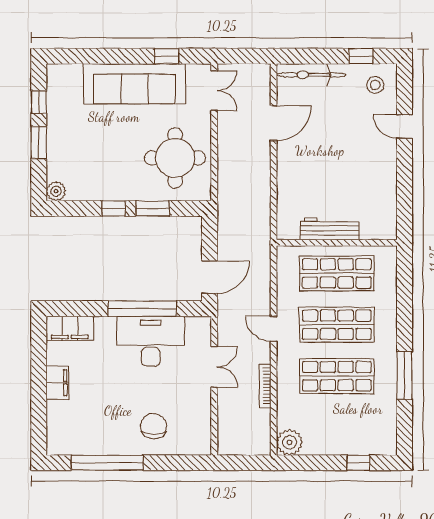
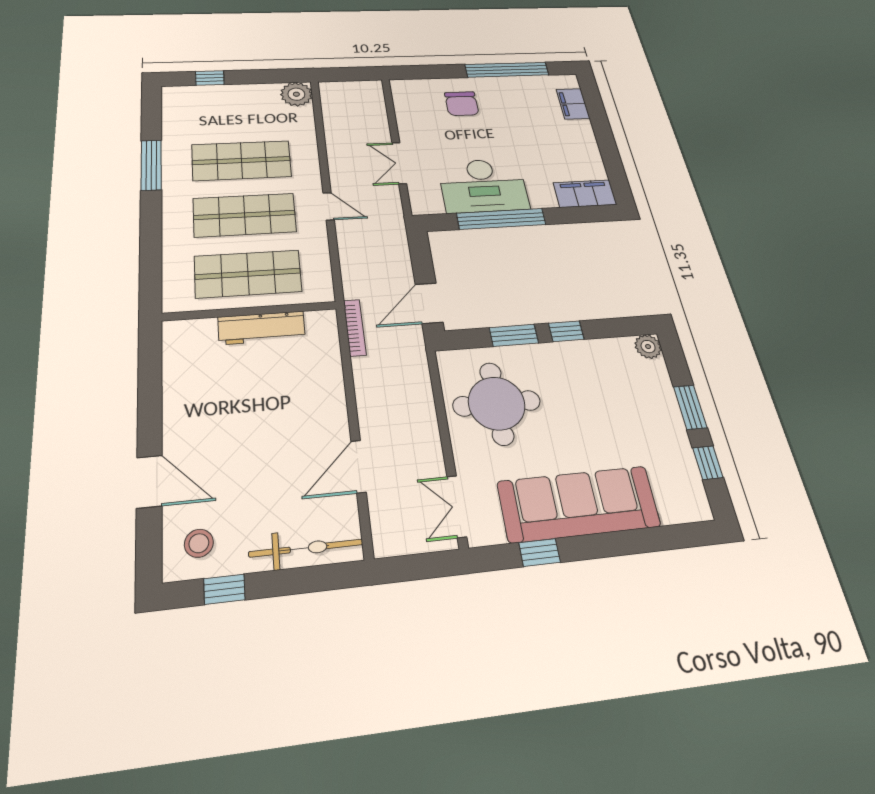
door: (405, 126) -> (149, 482), width x1.38
door: (210, 277) -> (429, 303), moved
filing cabinet: (57, 383) -> (573, 104), moved
bookcase: (265, 386) -> (355, 328), moved

